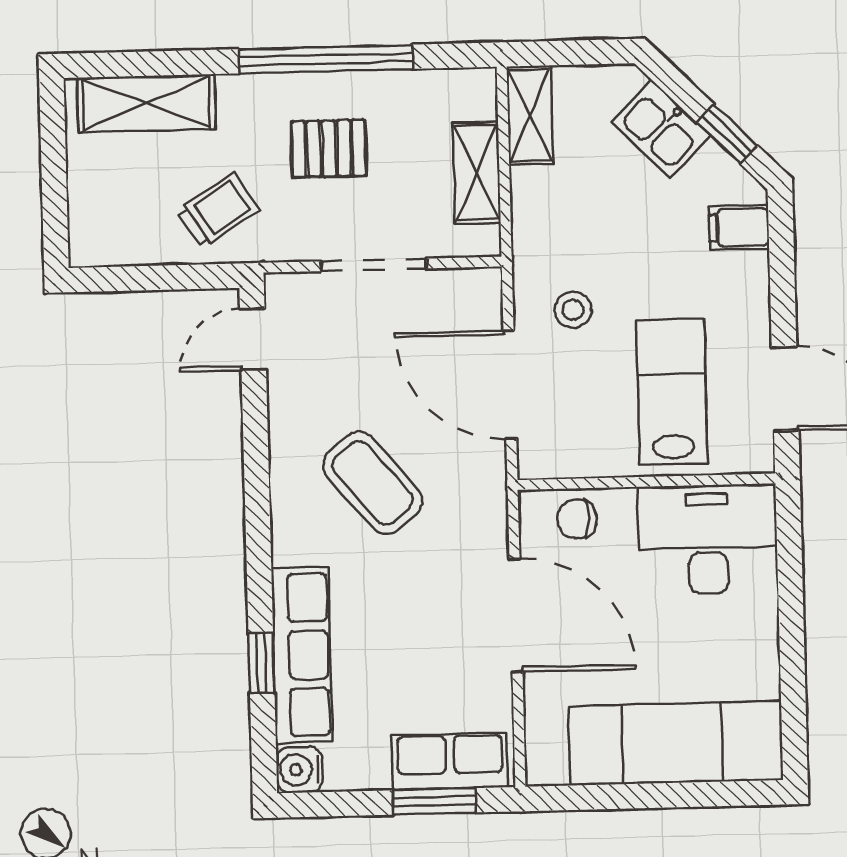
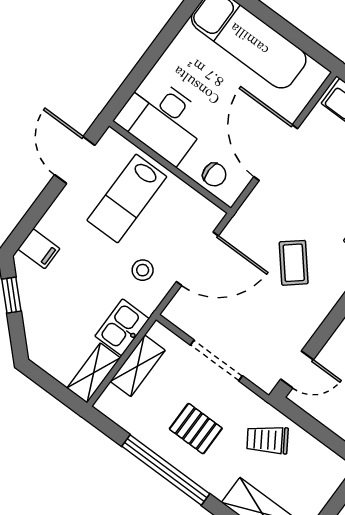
kitchen sink: (661, 129) -> (122, 327), moved, turned -135
door: (510, 385) -> (197, 259), hinge flipped
coffee table: (373, 483) -> (294, 263), width x0.73, depth x0.77

